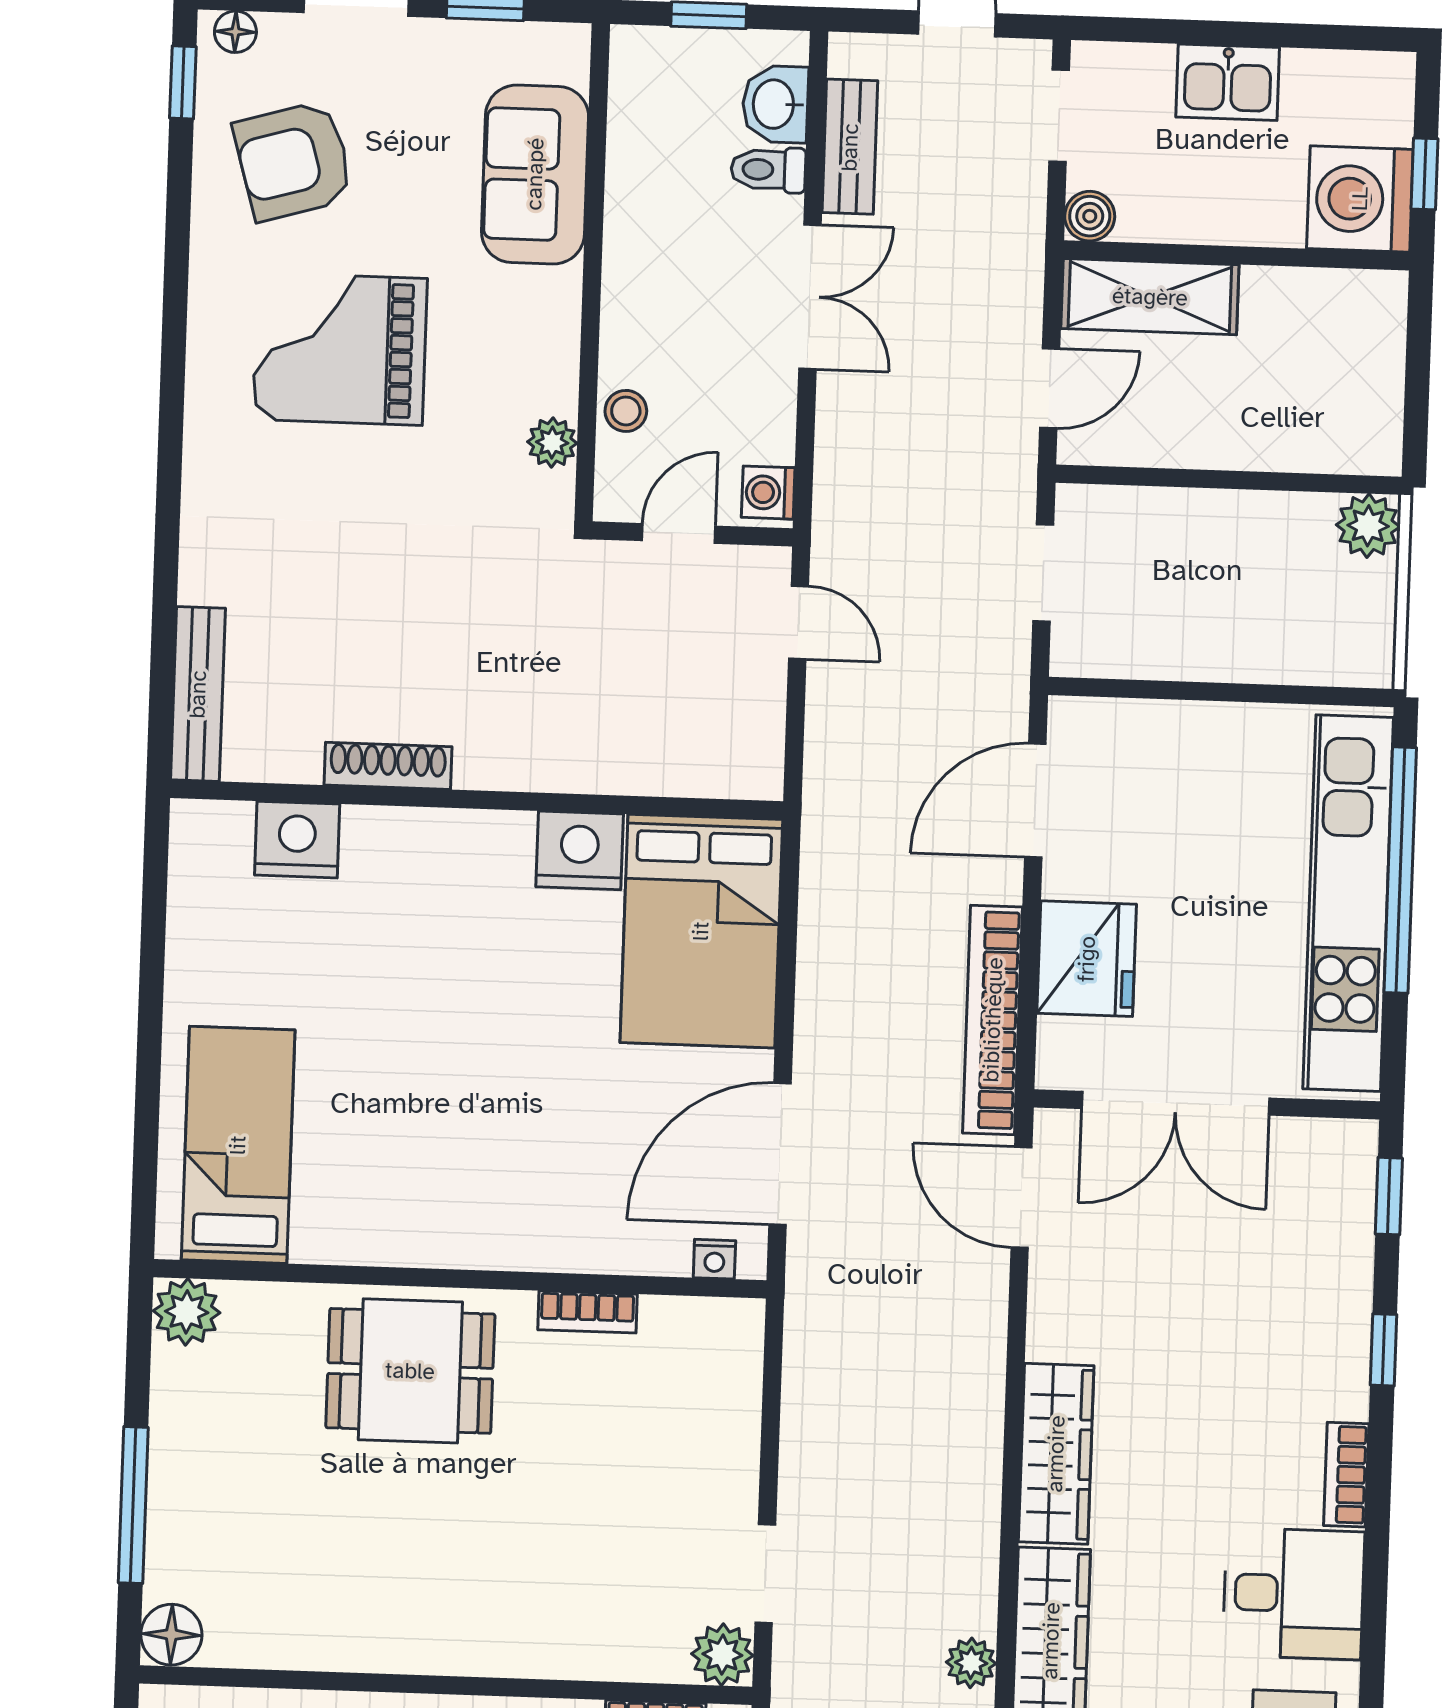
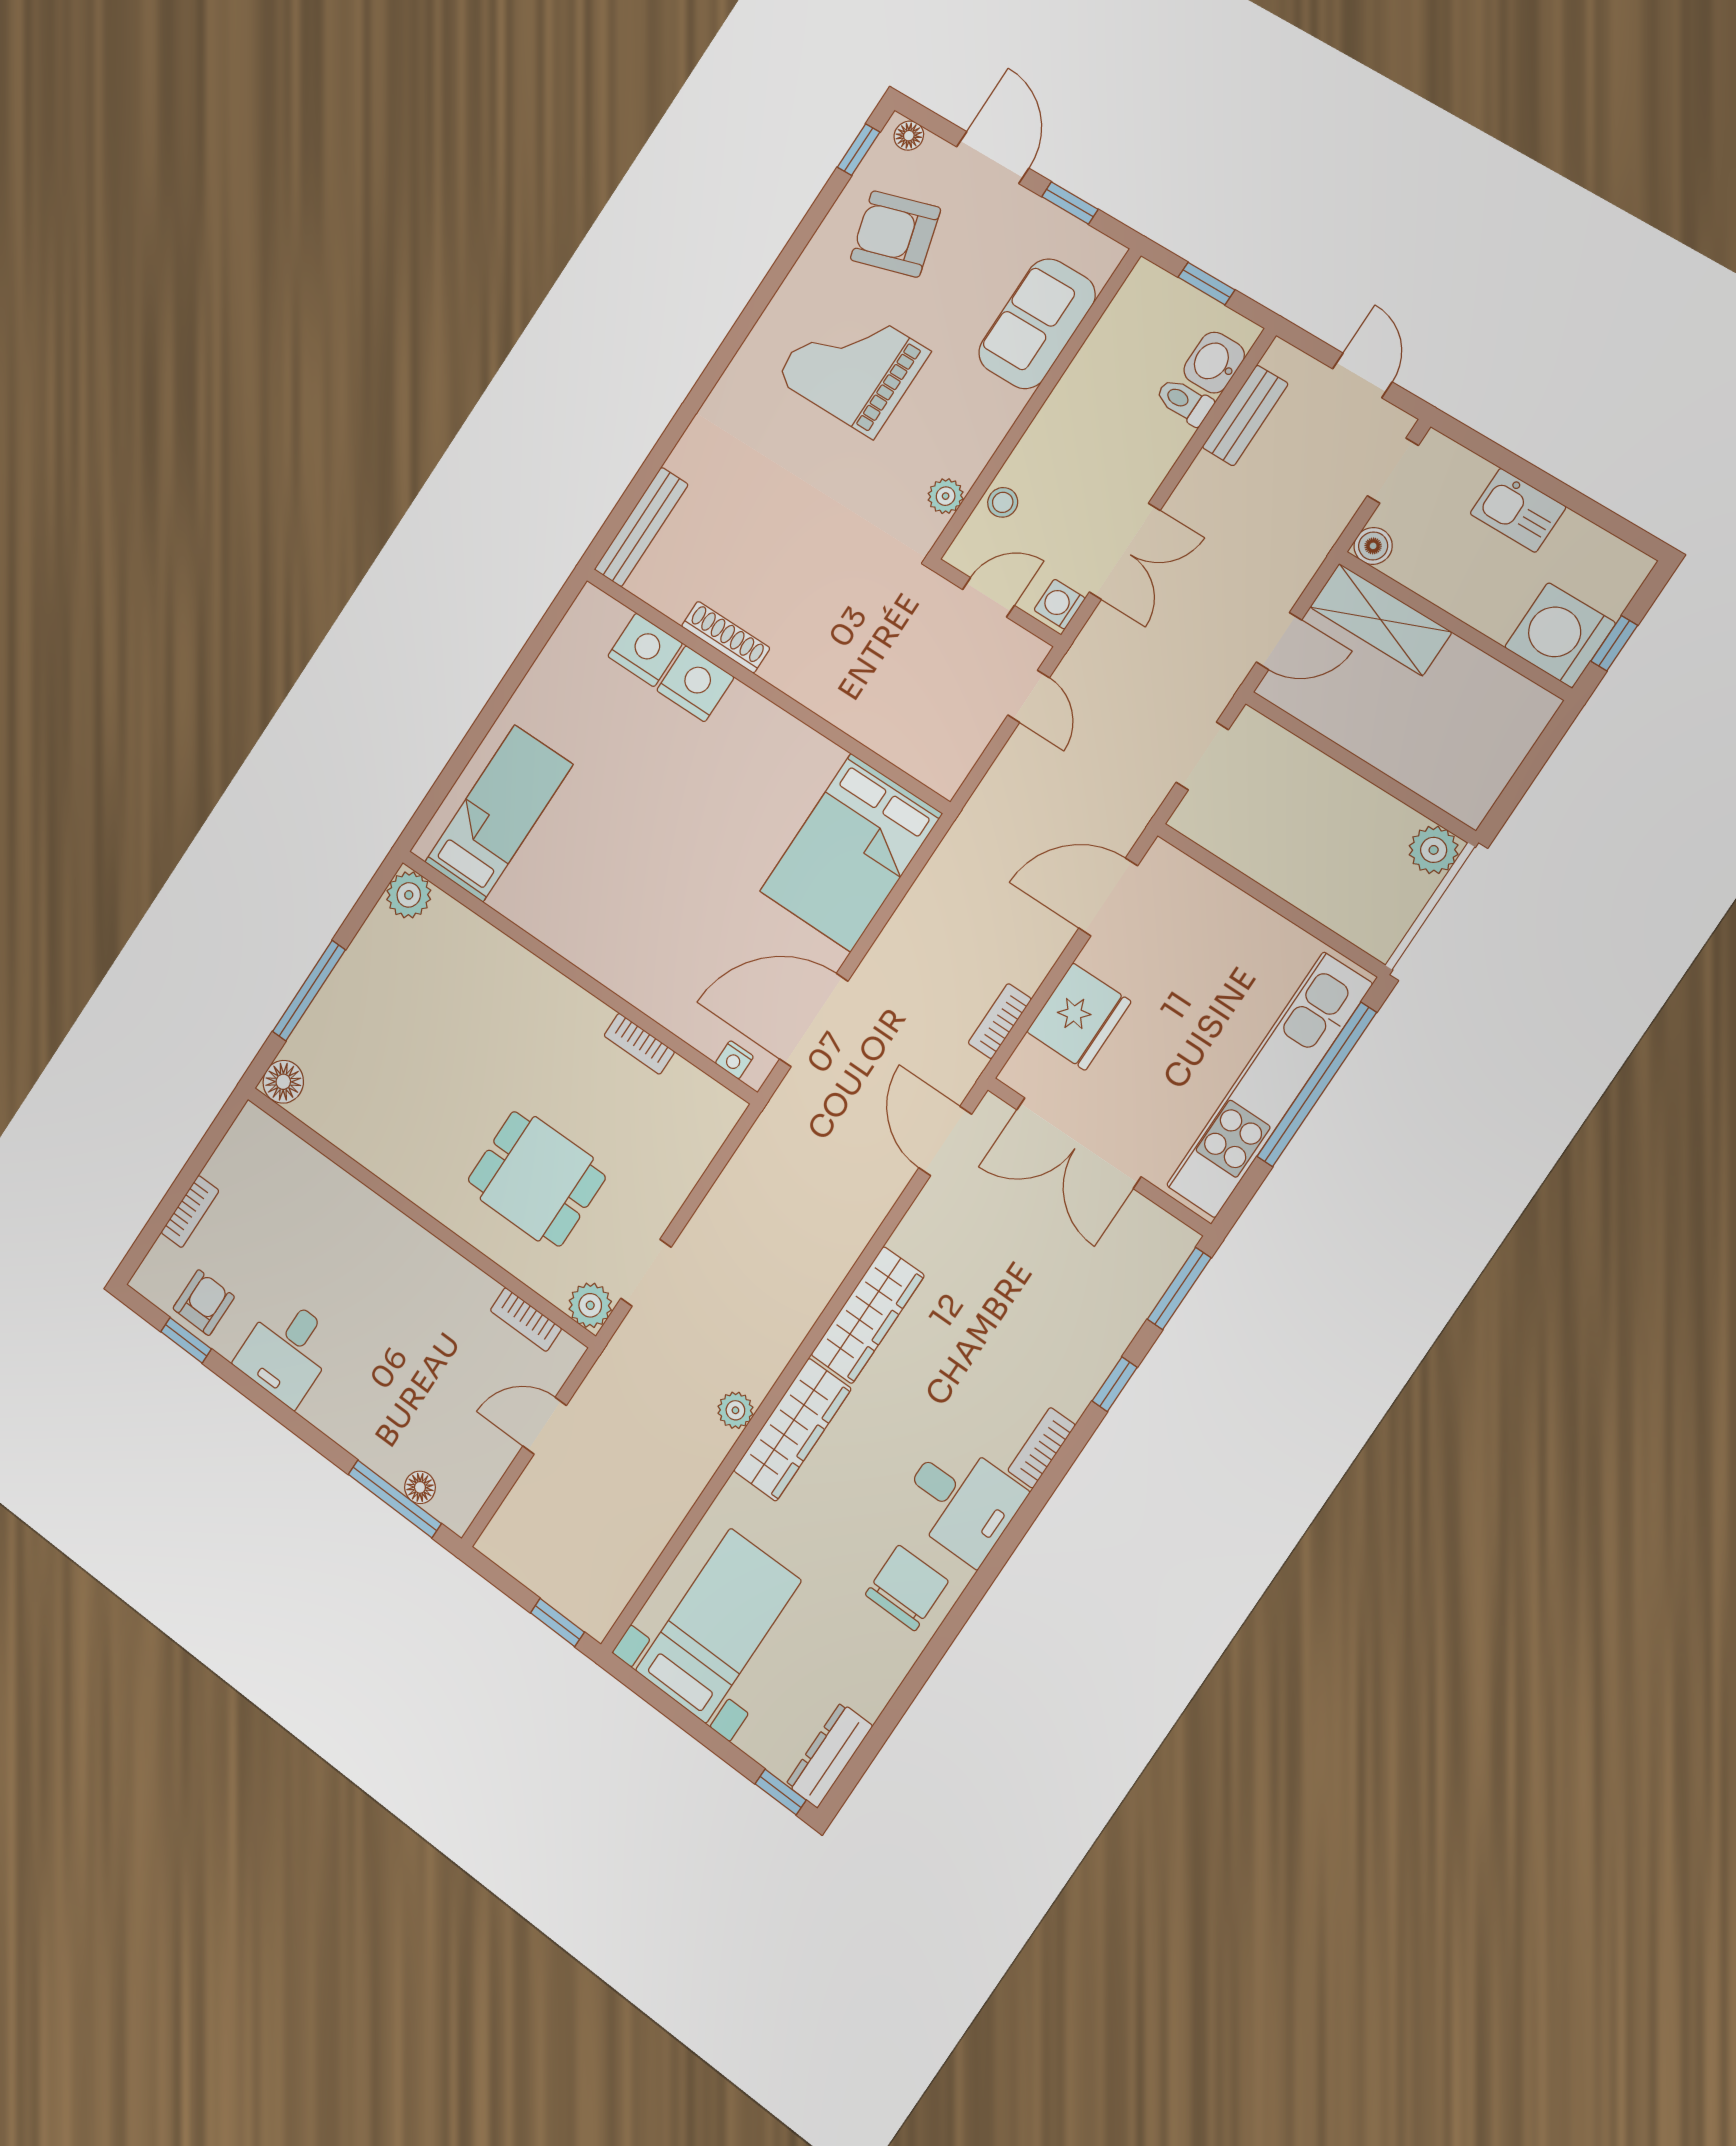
double door: (810, 297) -> (1125, 551), moved
nightstand: (580, 850) -> (695, 684), moved
bookcase: (993, 1020) -> (1000, 1021), width x0.43, depth x0.76
window: (1389, 1196) -> (1179, 1289), width x1.50
dining table: (410, 1371) -> (537, 1179), moved

